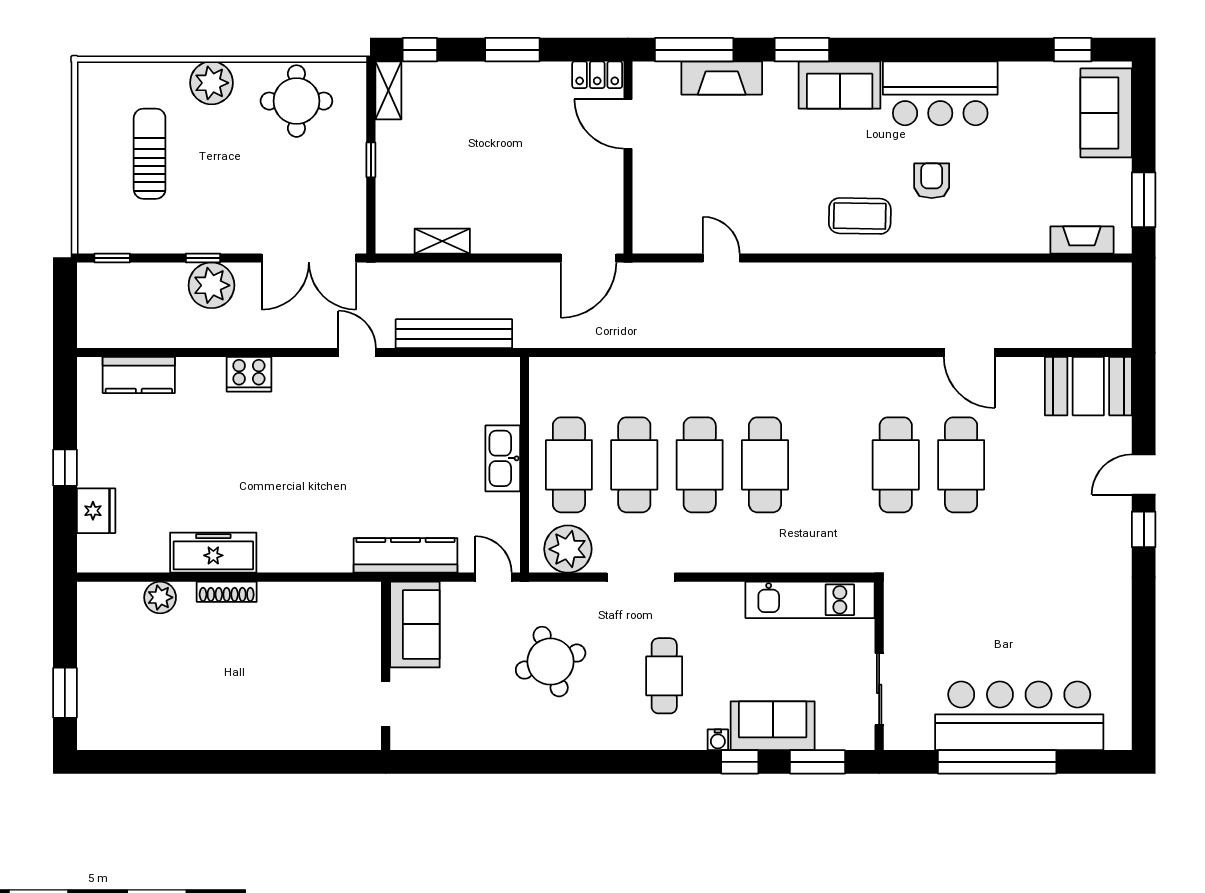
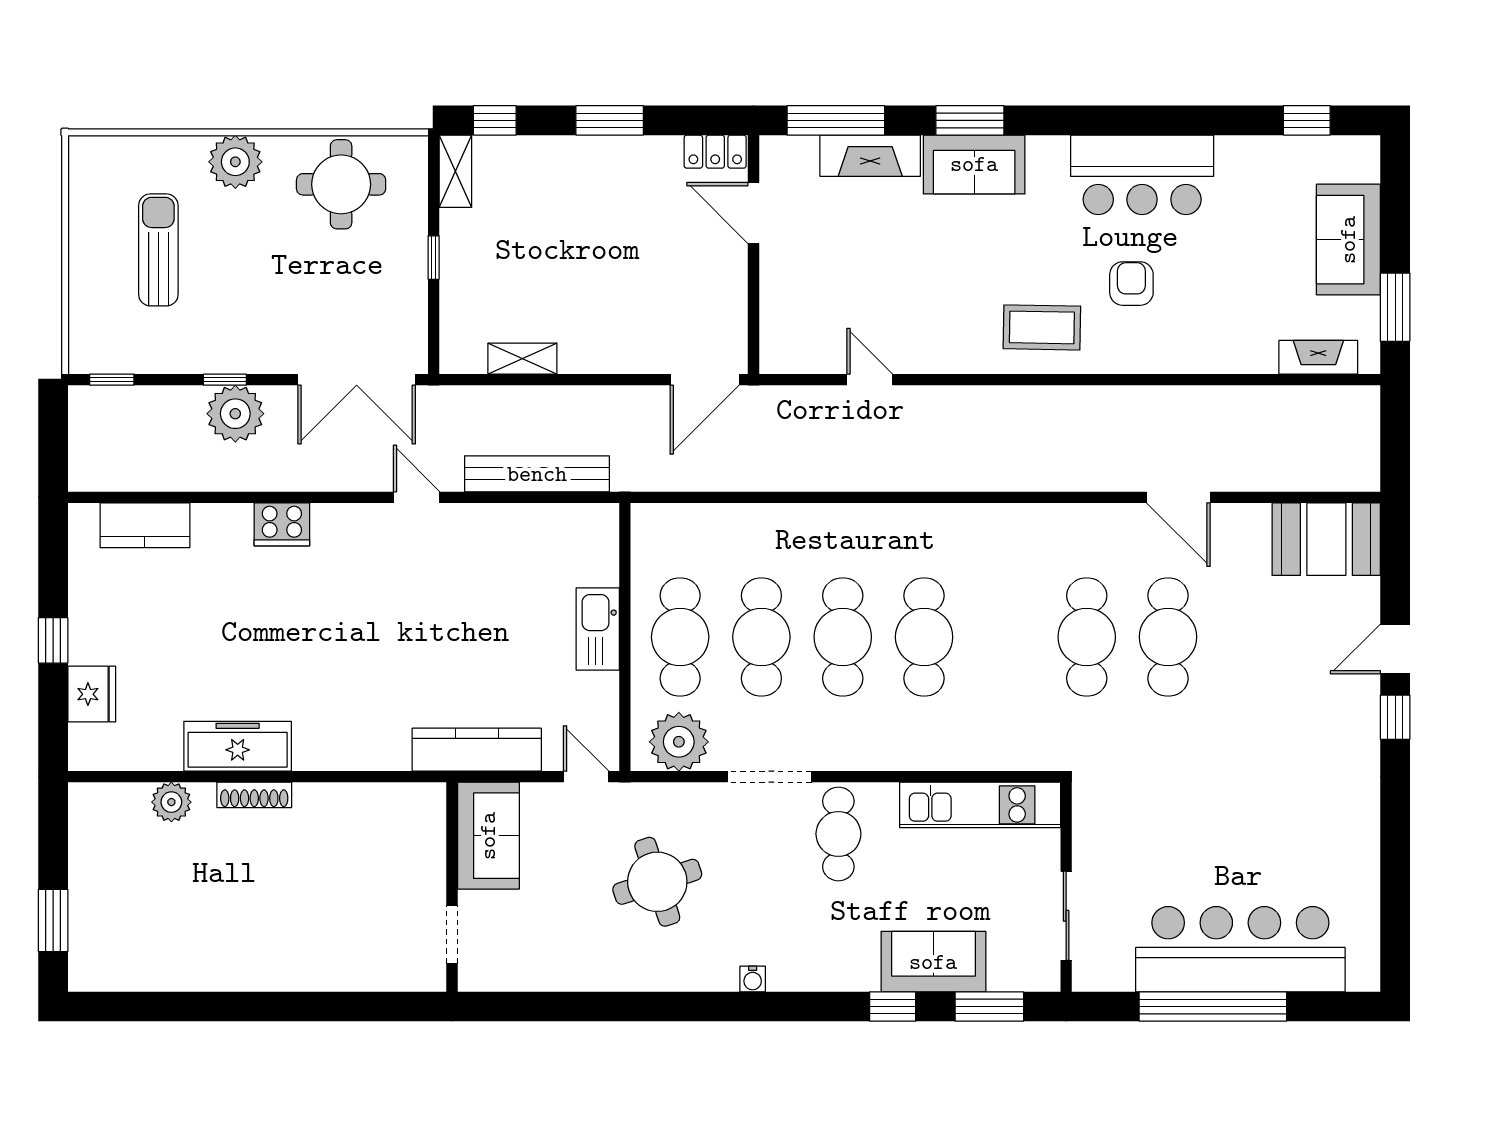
sofa: (840, 85) -> (974, 164), moved
sofa: (1106, 113) -> (1348, 240), moved
cafe table: (664, 676) -> (838, 834), moved
water cooler: (718, 740) -> (753, 979), moved

